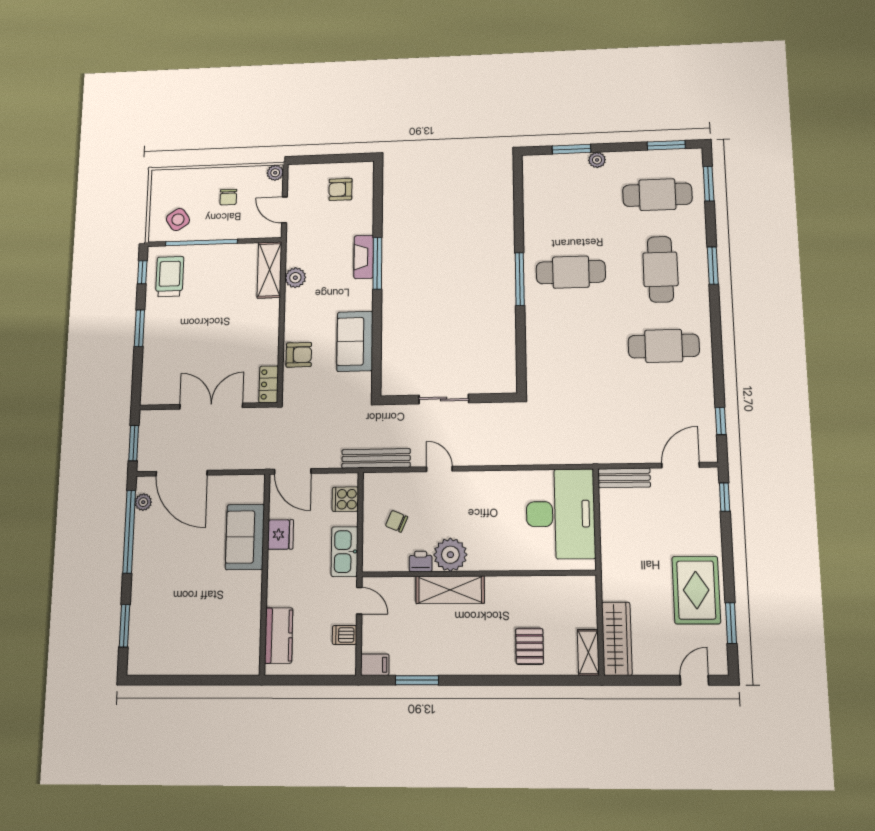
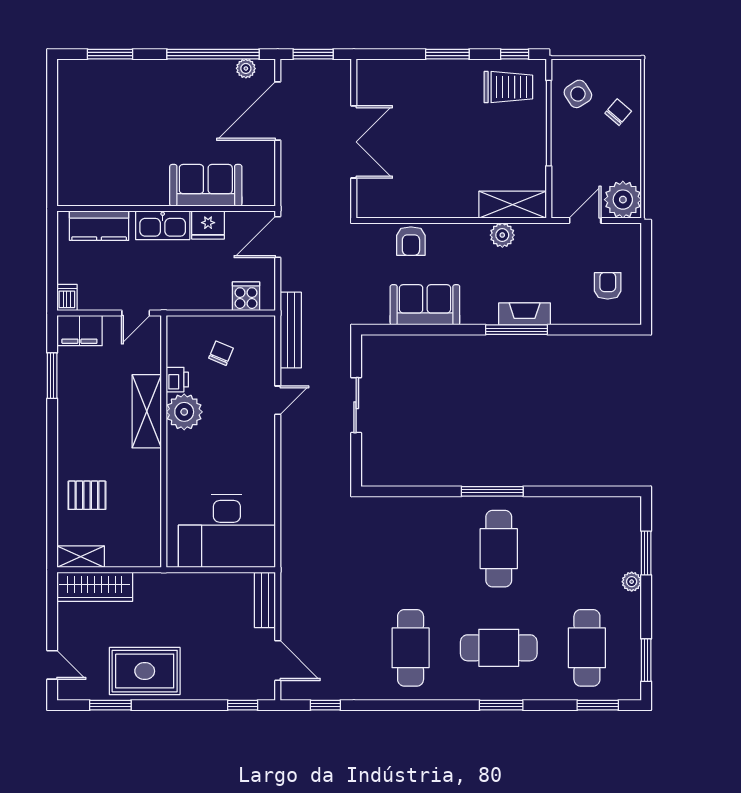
plant: (275, 173) -> (623, 200), width x1.87, depth x1.87
chair: (228, 197) -> (618, 112), moved, turned 131
locker: (269, 384) -> (377, 207), removed
kitchen sink: (345, 552) -> (163, 225), moved, turned 180
dishwasher: (345, 635) -> (67, 298), moved
filing cabinet: (375, 665) -> (79, 331), width x2.00

